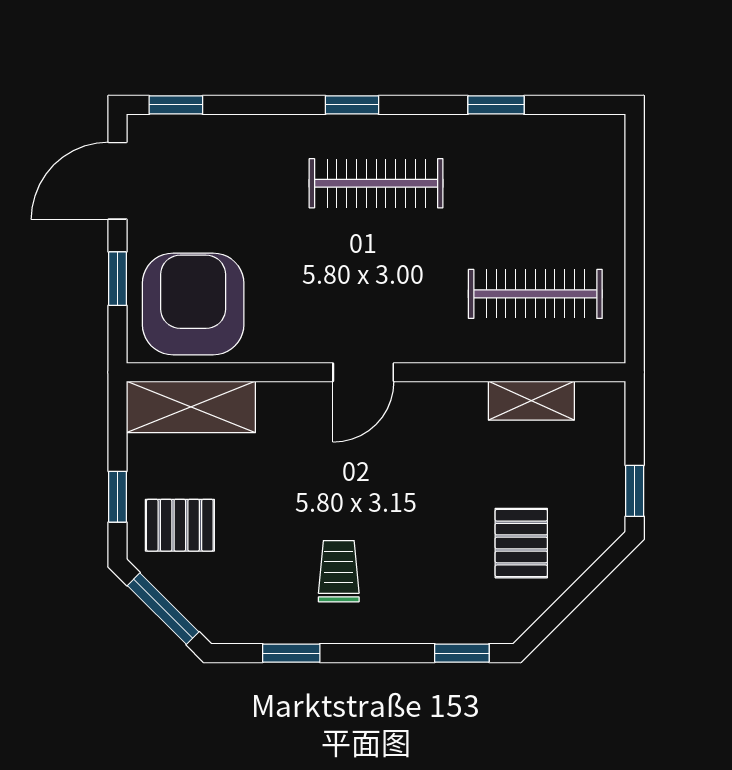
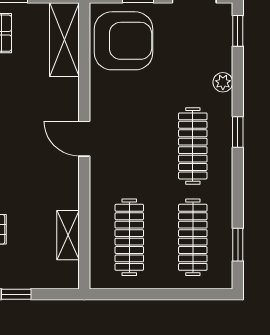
window: (496, 105) -> (238, 245), moved
plant: (265, 131) -> (223, 82), added
clothes rail: (535, 183) -> (193, 237), added

